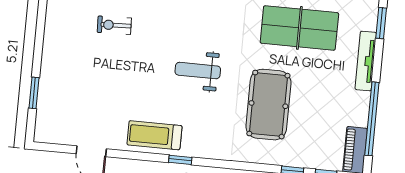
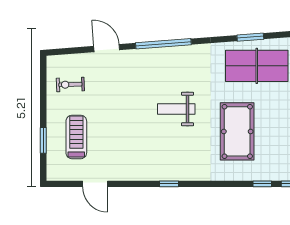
exercise bike: (114, 25) -> (70, 85), moved
treadmill: (154, 135) -> (76, 137), moved, turned 90

